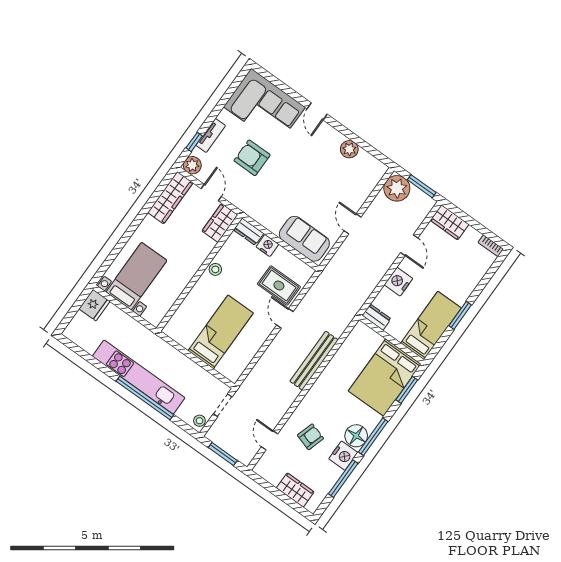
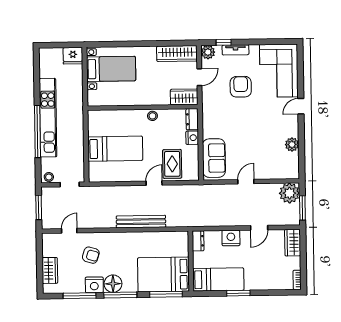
window: (407, 390) -> (166, 294), width x1.44

